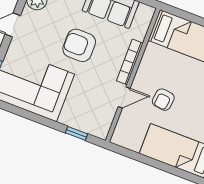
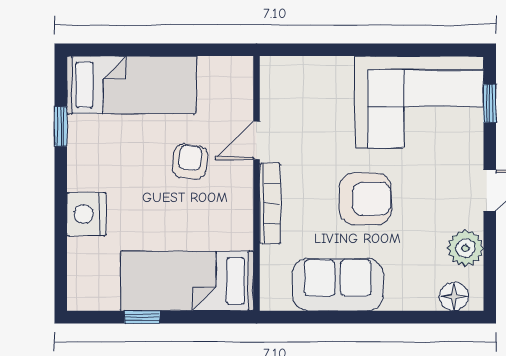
window: (77, 133) -> (313, 50), removed

